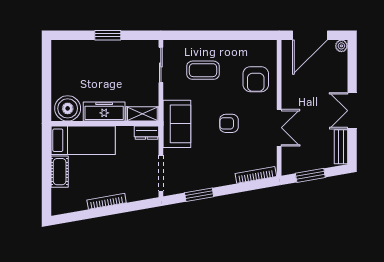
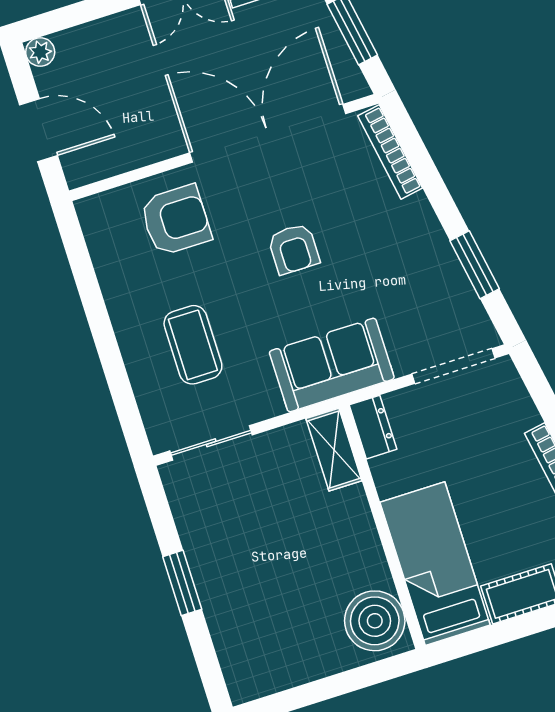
door: (310, 35) -> (39, 130), width x0.73
freezer: (104, 112) -> (356, 537), removed
double door: (279, 128) -> (268, 133), width x1.87

